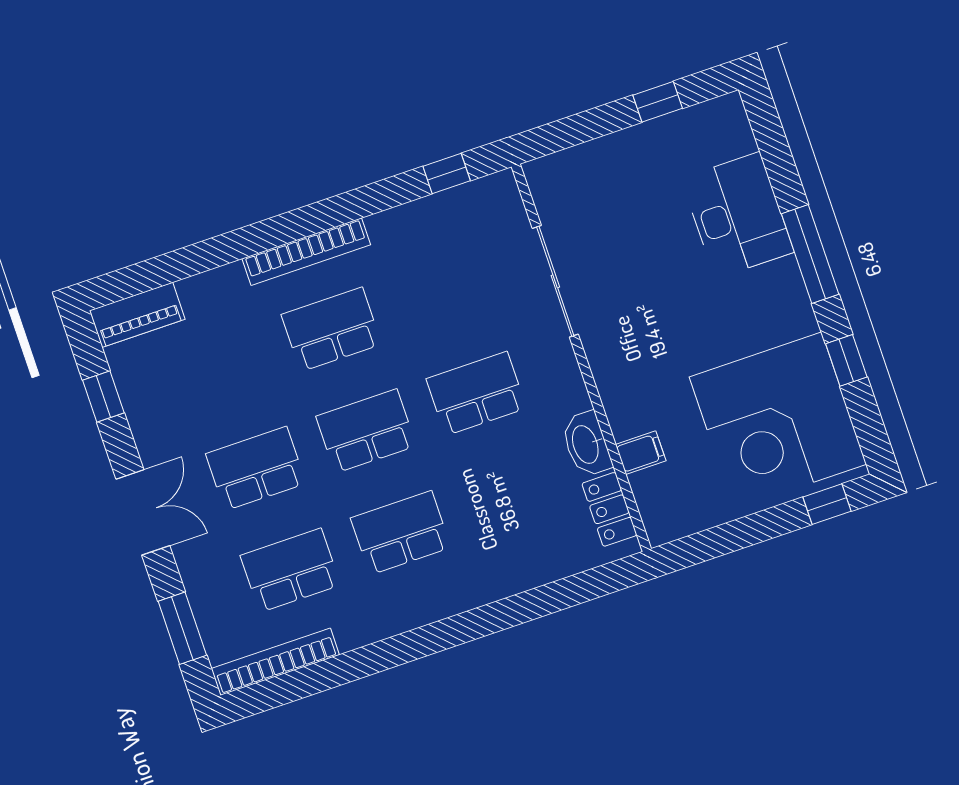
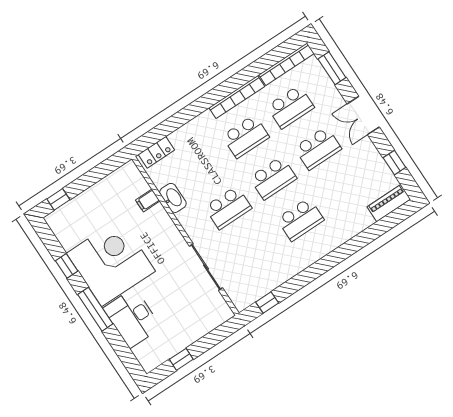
bookcase: (306, 252) -> (237, 97), moved, turned 180
corner desk: (778, 421) -> (111, 262), moved
locker: (609, 509) -> (156, 152), moved, turned 90

